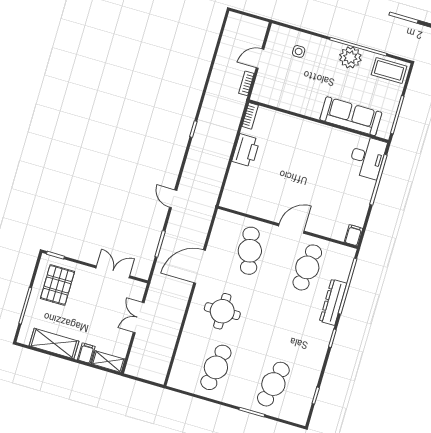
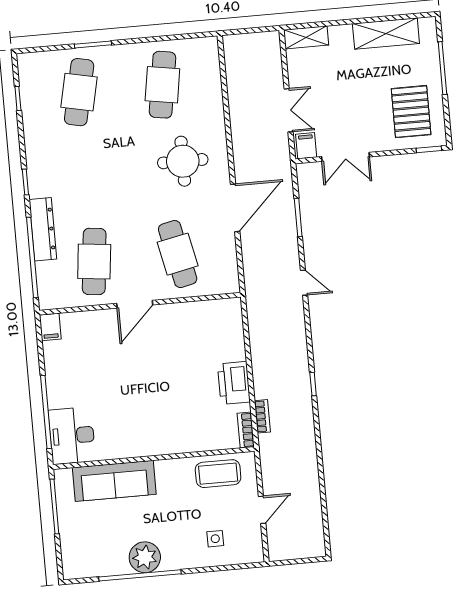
coffee table: (389, 70) -> (218, 474), moved
bookcase: (246, 83) -> (262, 416), moved
filing cabinet: (86, 353) -> (306, 146), moved, turned 180

